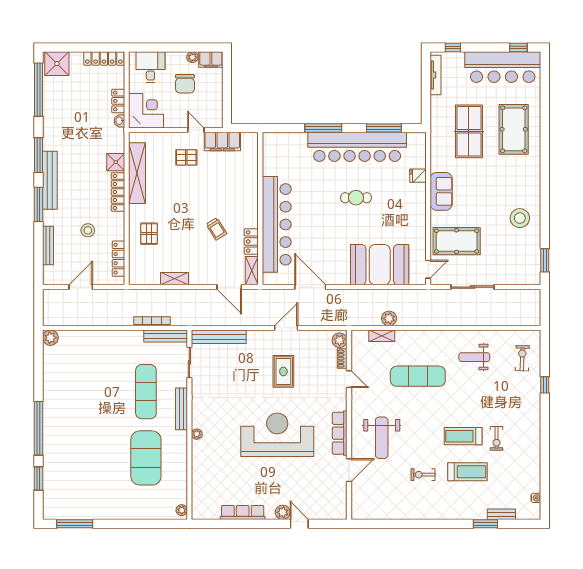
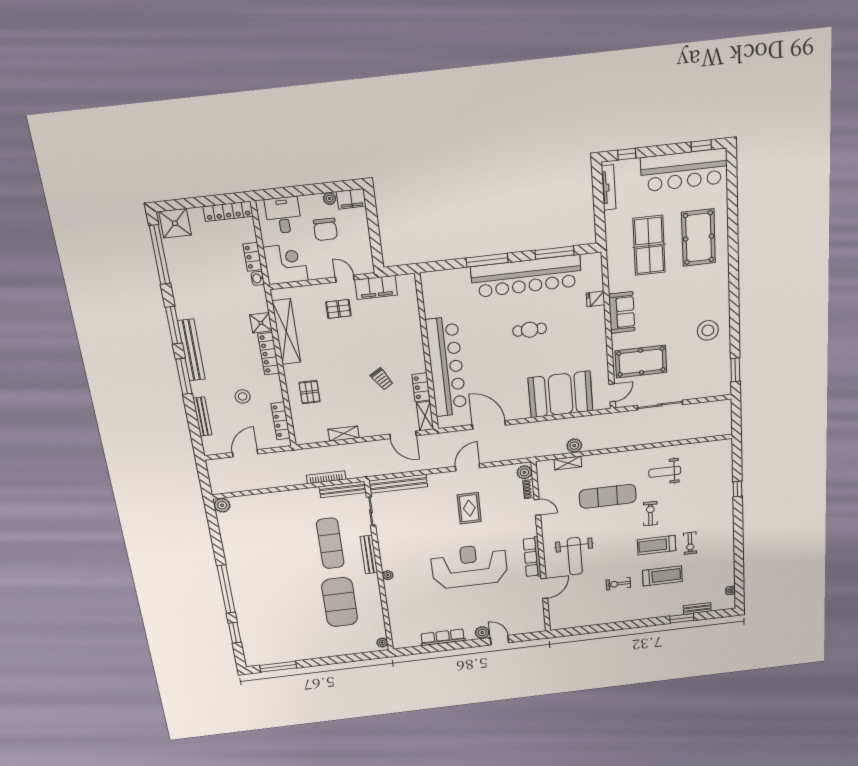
exercise bike: (522, 358) -> (650, 514), moved

